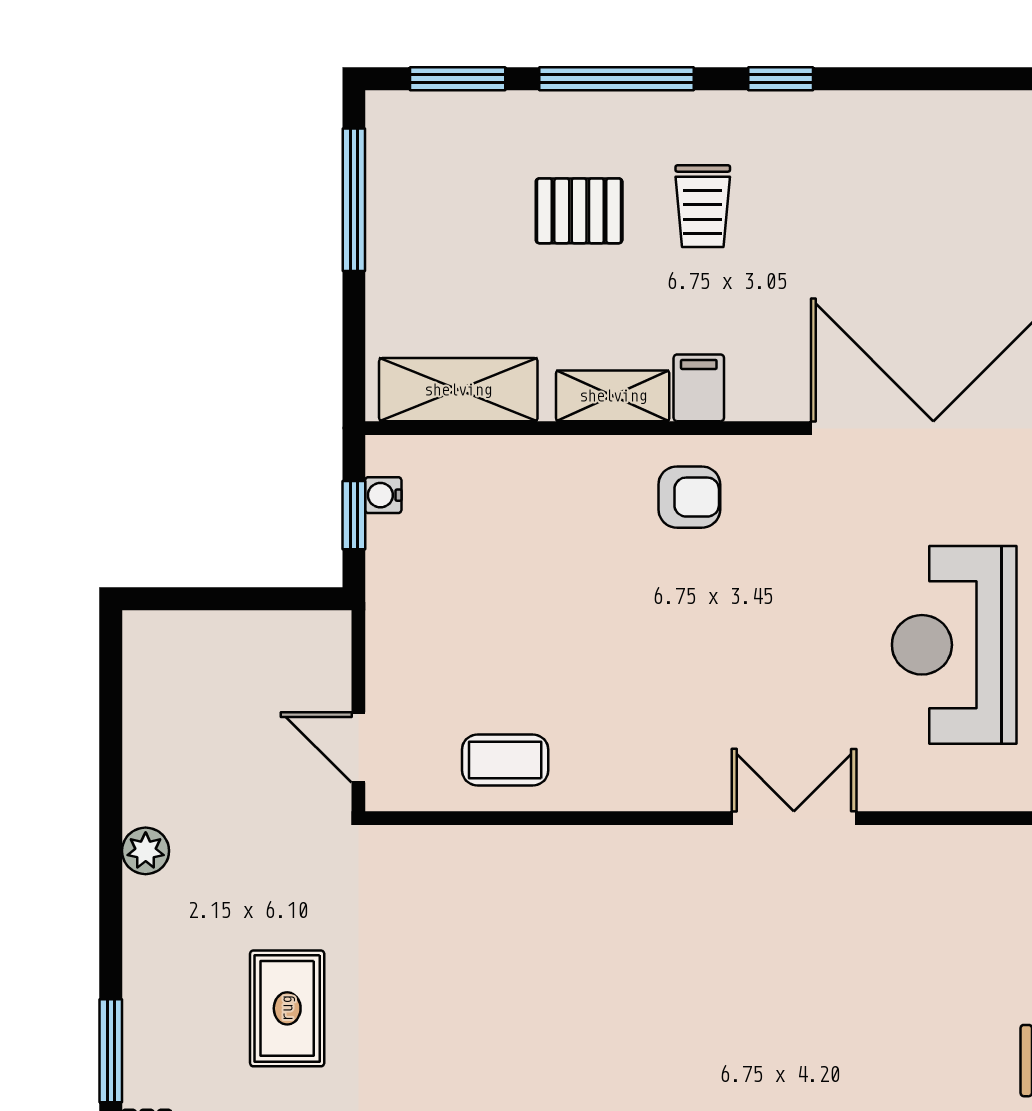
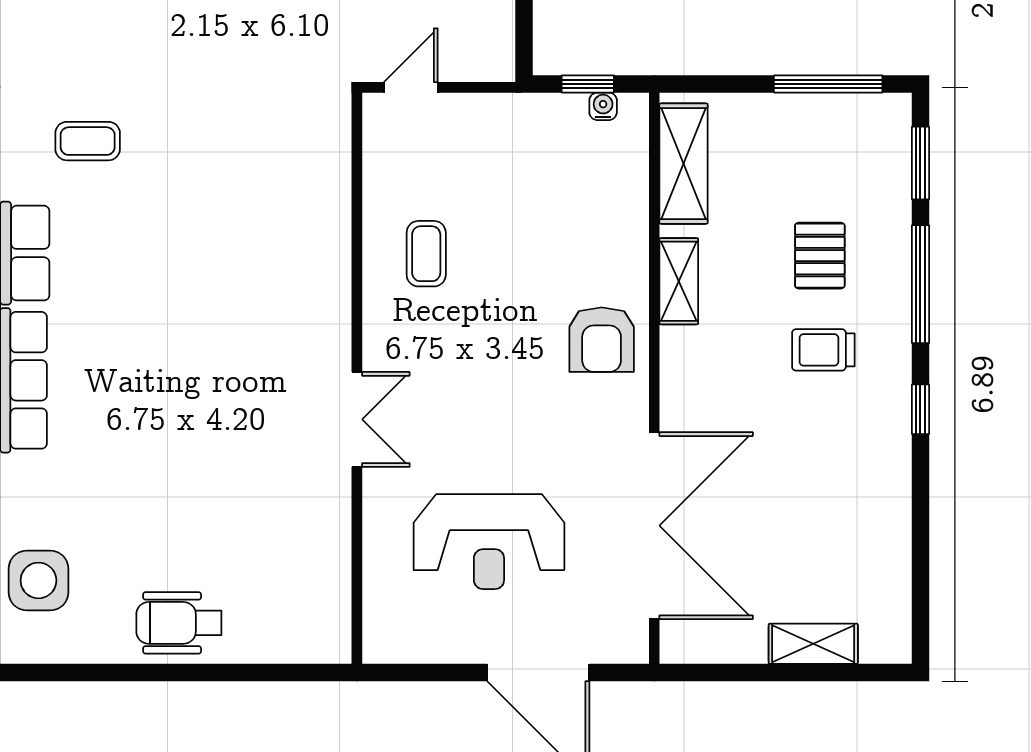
filing cabinet: (699, 388) -> (685, 347), removed
armchair: (689, 497) -> (602, 340), width x1.38, depth x1.38
reception desk: (954, 645) -> (489, 542), turned 180
coffee table: (505, 760) -> (426, 254), moved
rug: (287, 1008) -> (212, 33), removed

